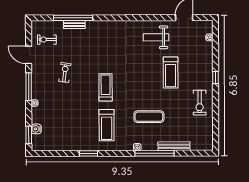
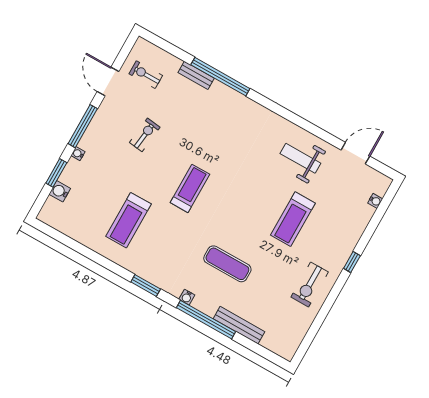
window: (73, 18) -> (220, 77), moved
treadmill: (107, 125) -> (128, 220), moved
window: (29, 135) -> (56, 173), moved
window: (89, 153) -> (146, 285), moved

